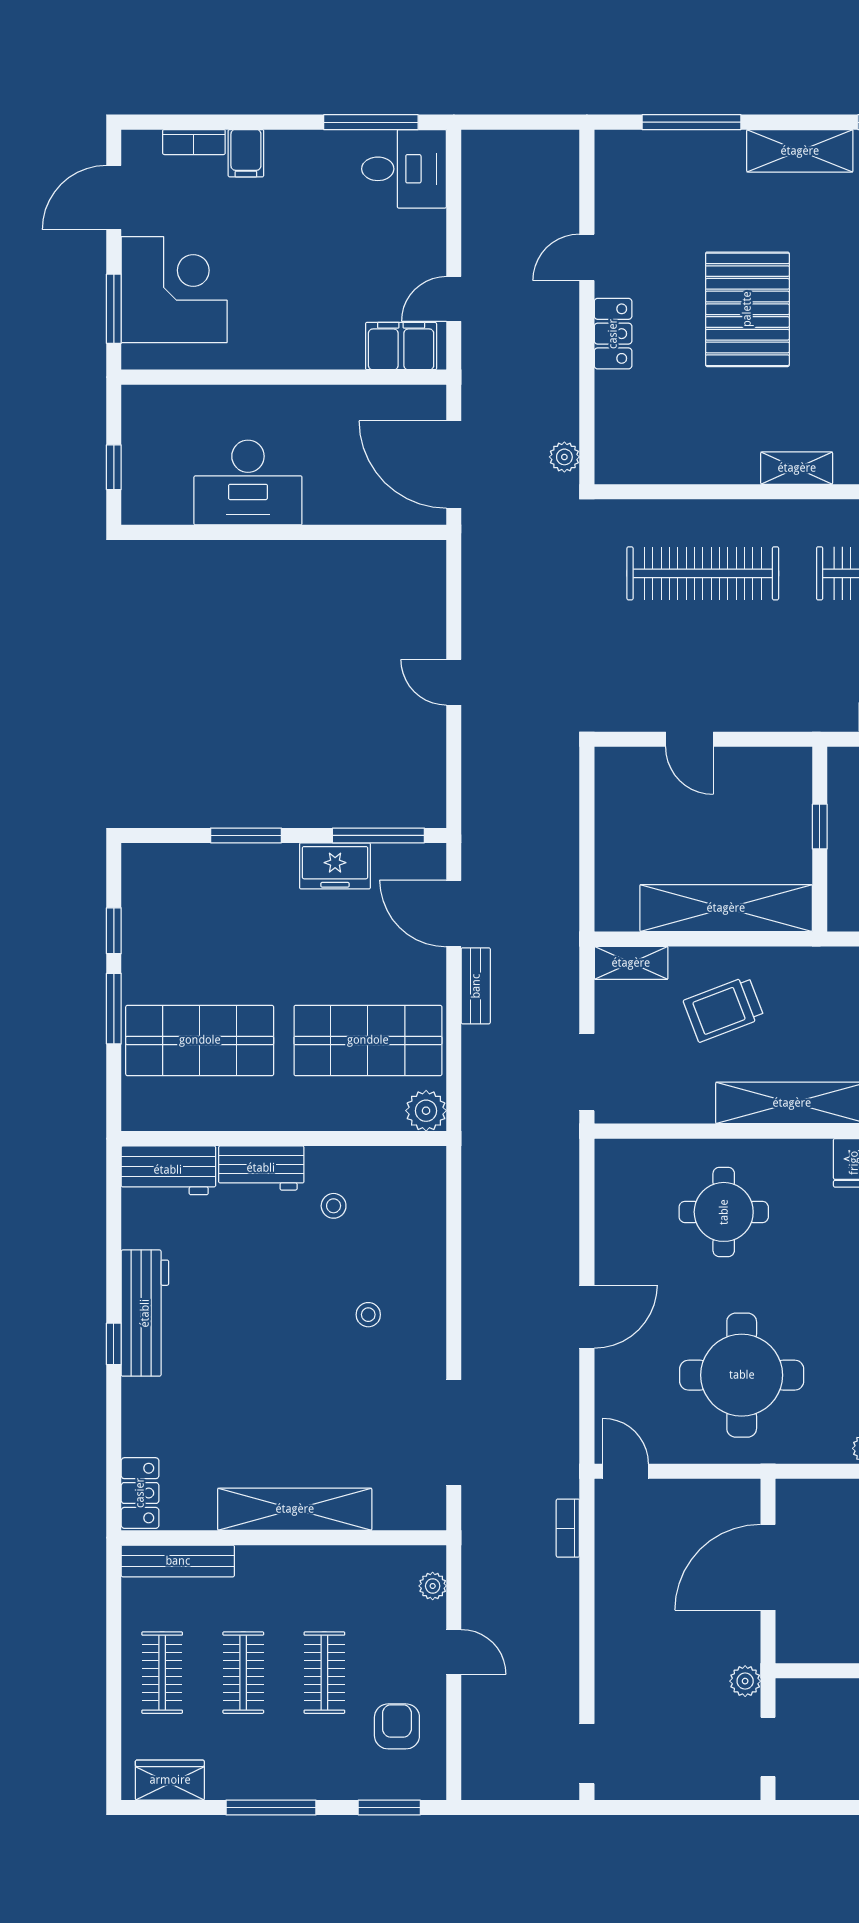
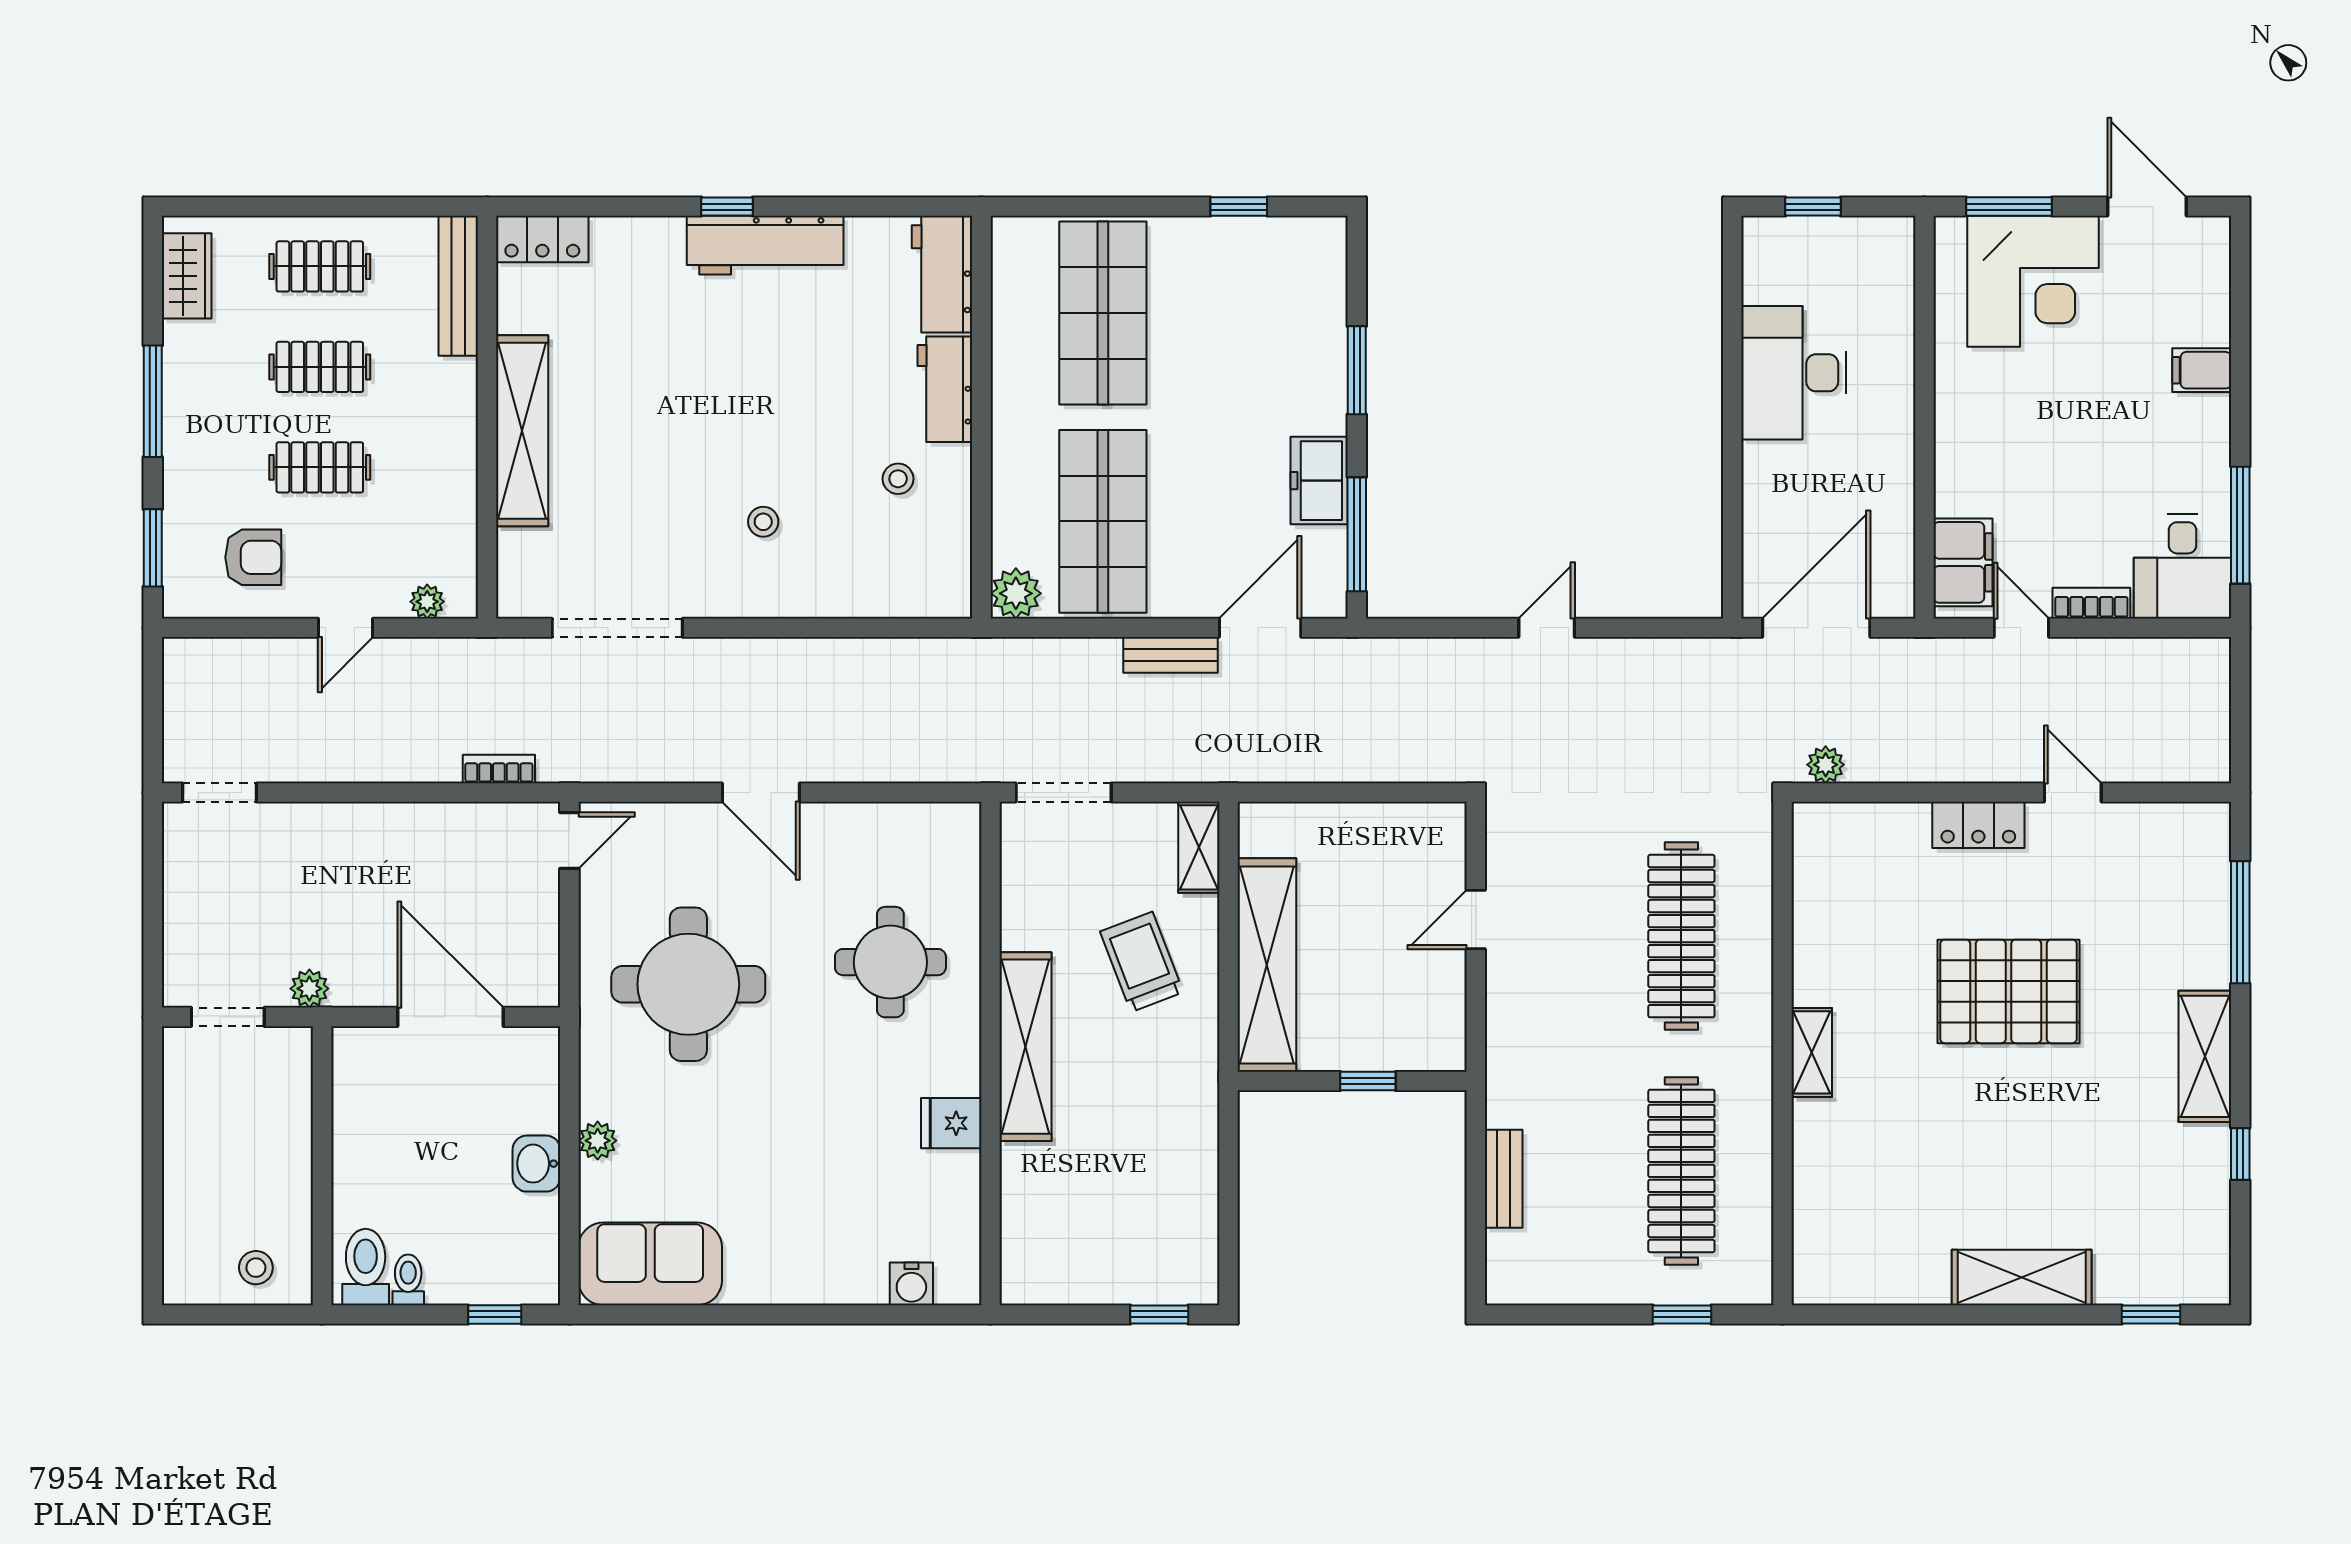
bookcase: (194, 142) -> (2091, 603), moved, turned 90
window: (114, 1009) -> (1142, 207), removed

